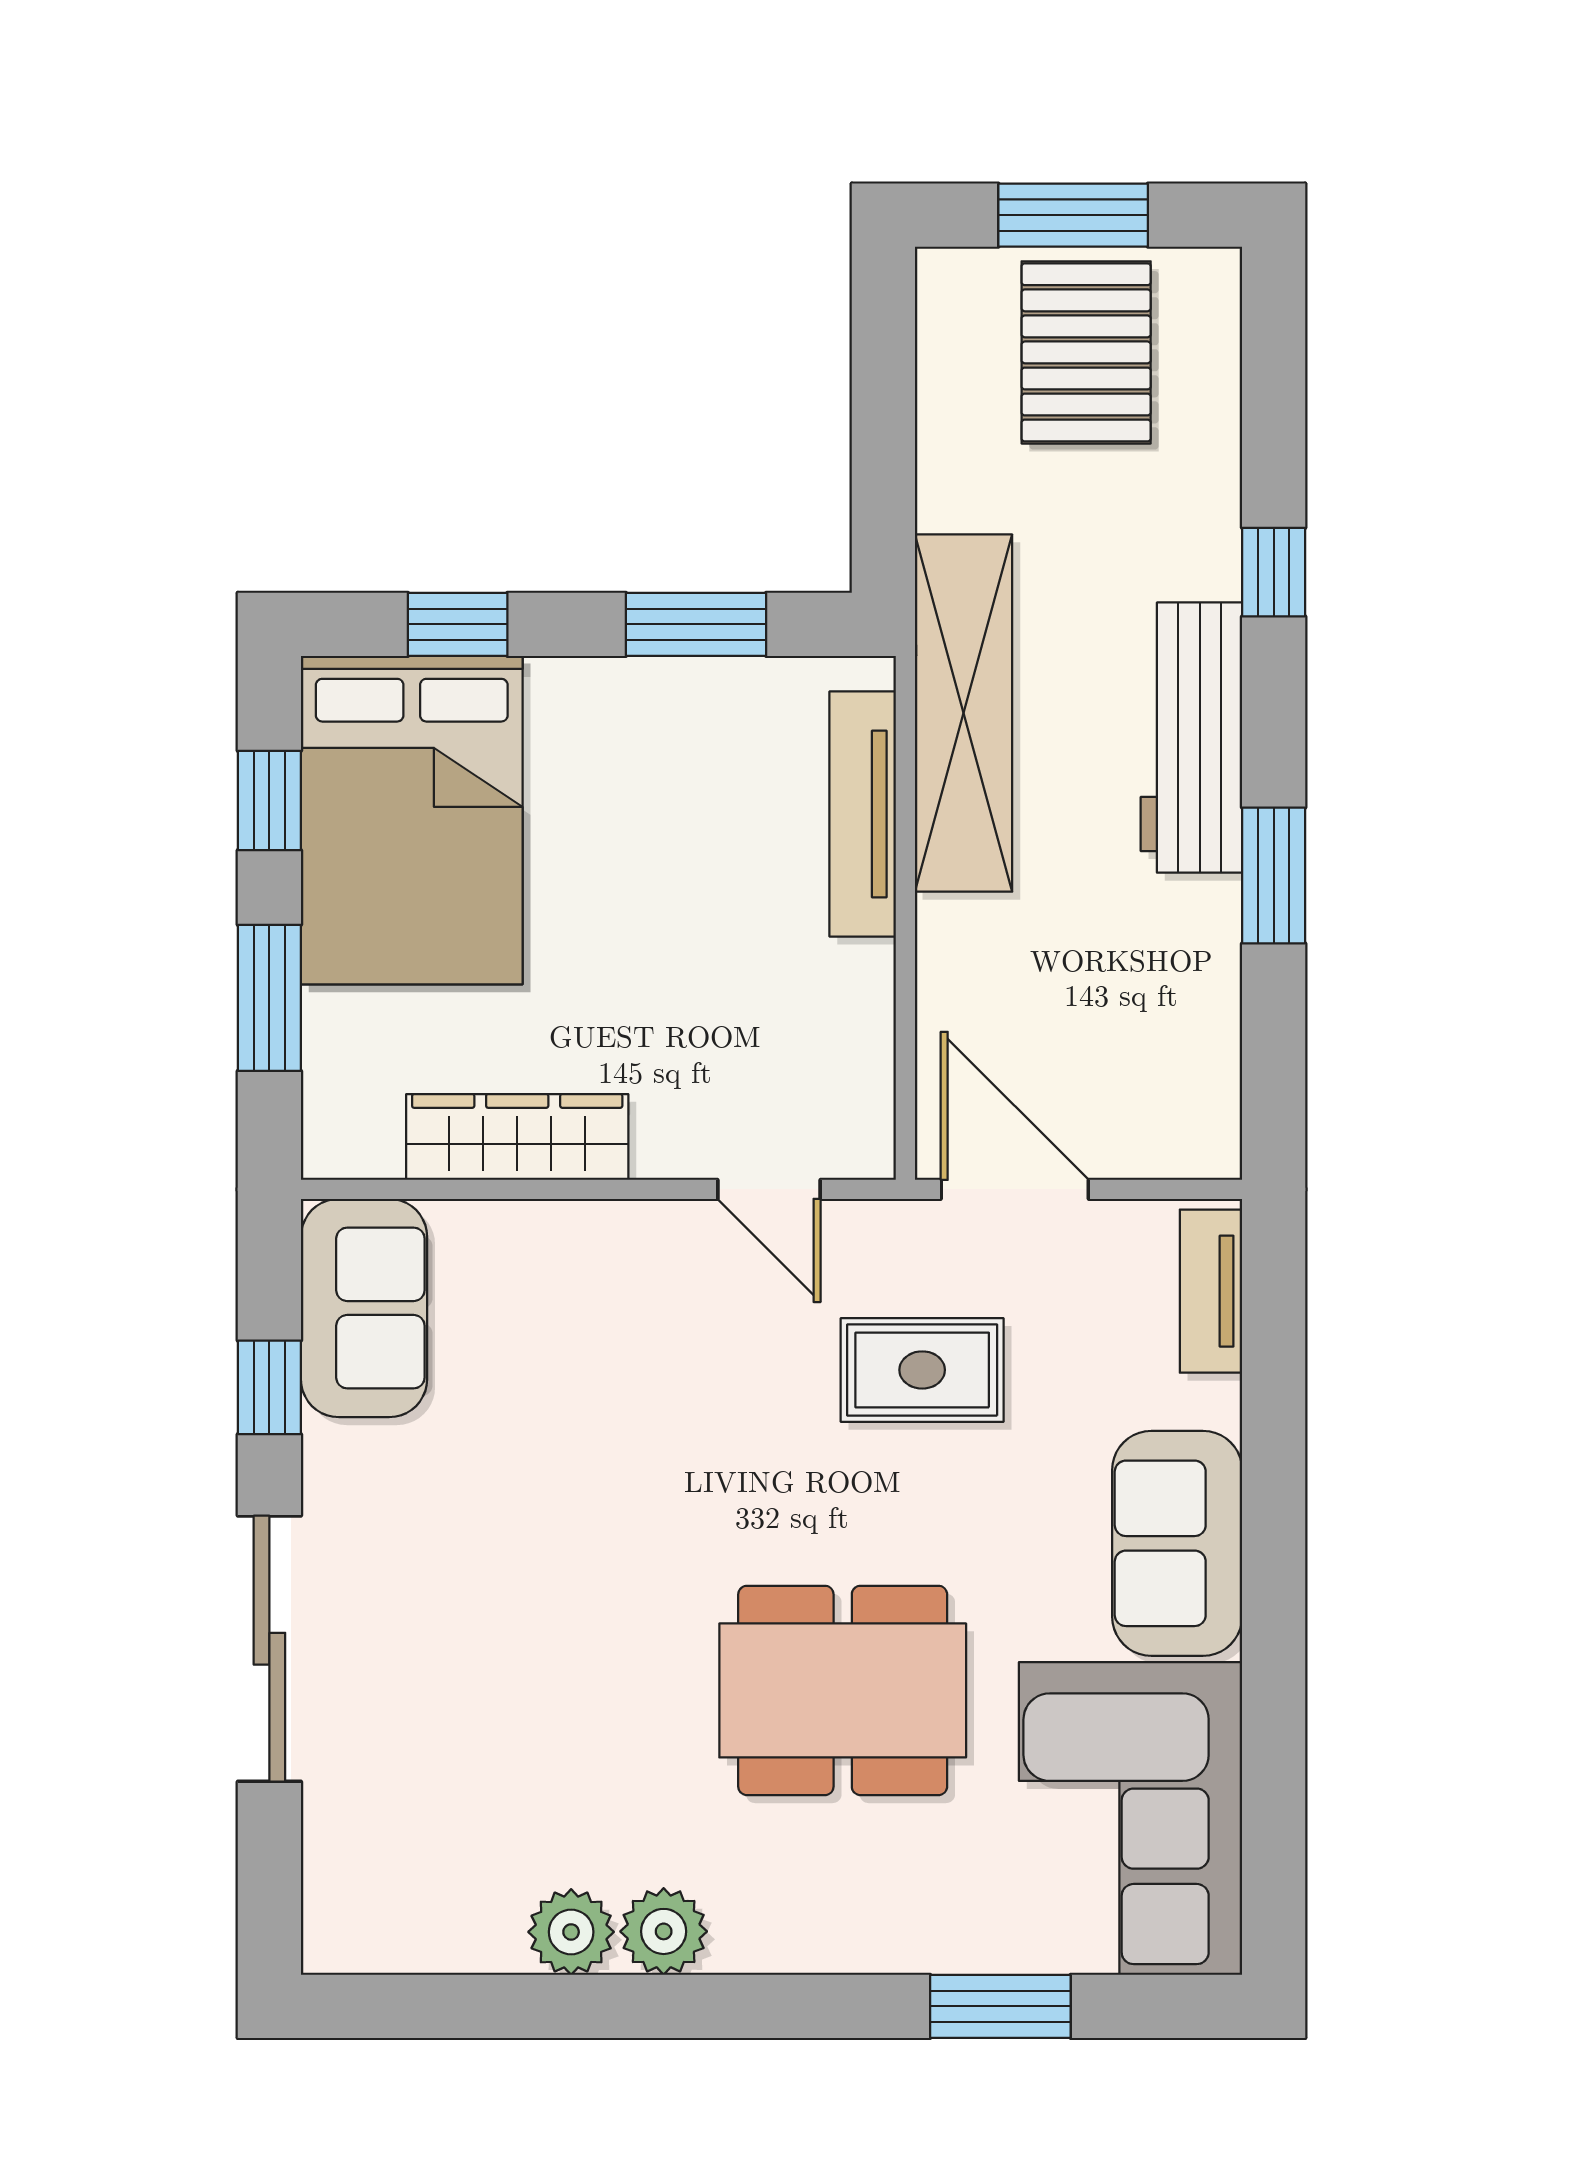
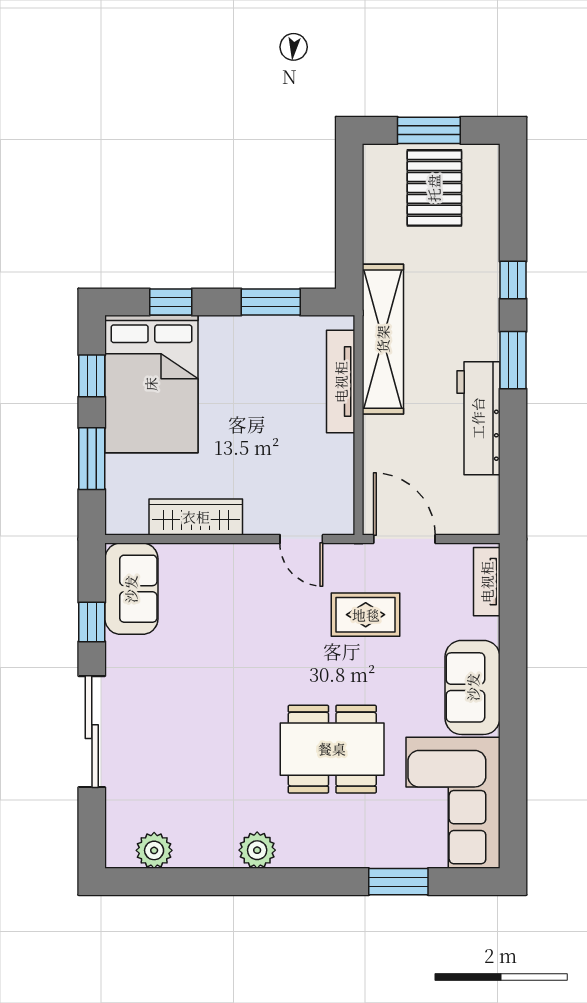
workbench: (1191, 738) -> (478, 418), moved
window: (1274, 875) -> (513, 360), moved
plant: (571, 1932) -> (154, 850), moved

